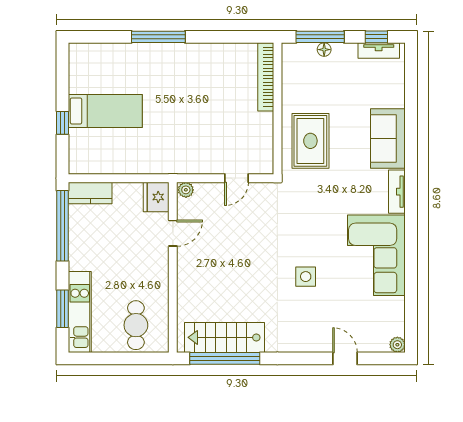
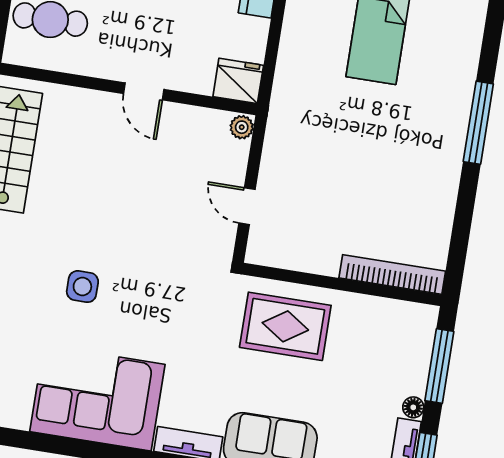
floor lamp: (324, 50) -> (413, 407), moved
door: (173, 233) -> (144, 91), moved

